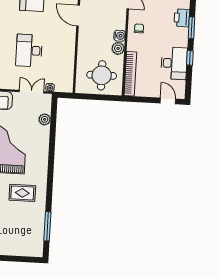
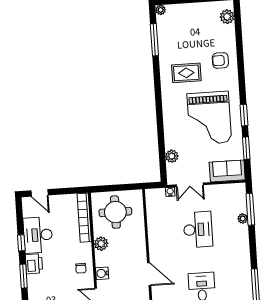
printer: (182, 18) -> (34, 264), moved
water cooler: (120, 36) -> (102, 273), moved
plant: (39, 253) -> (161, 10), added

